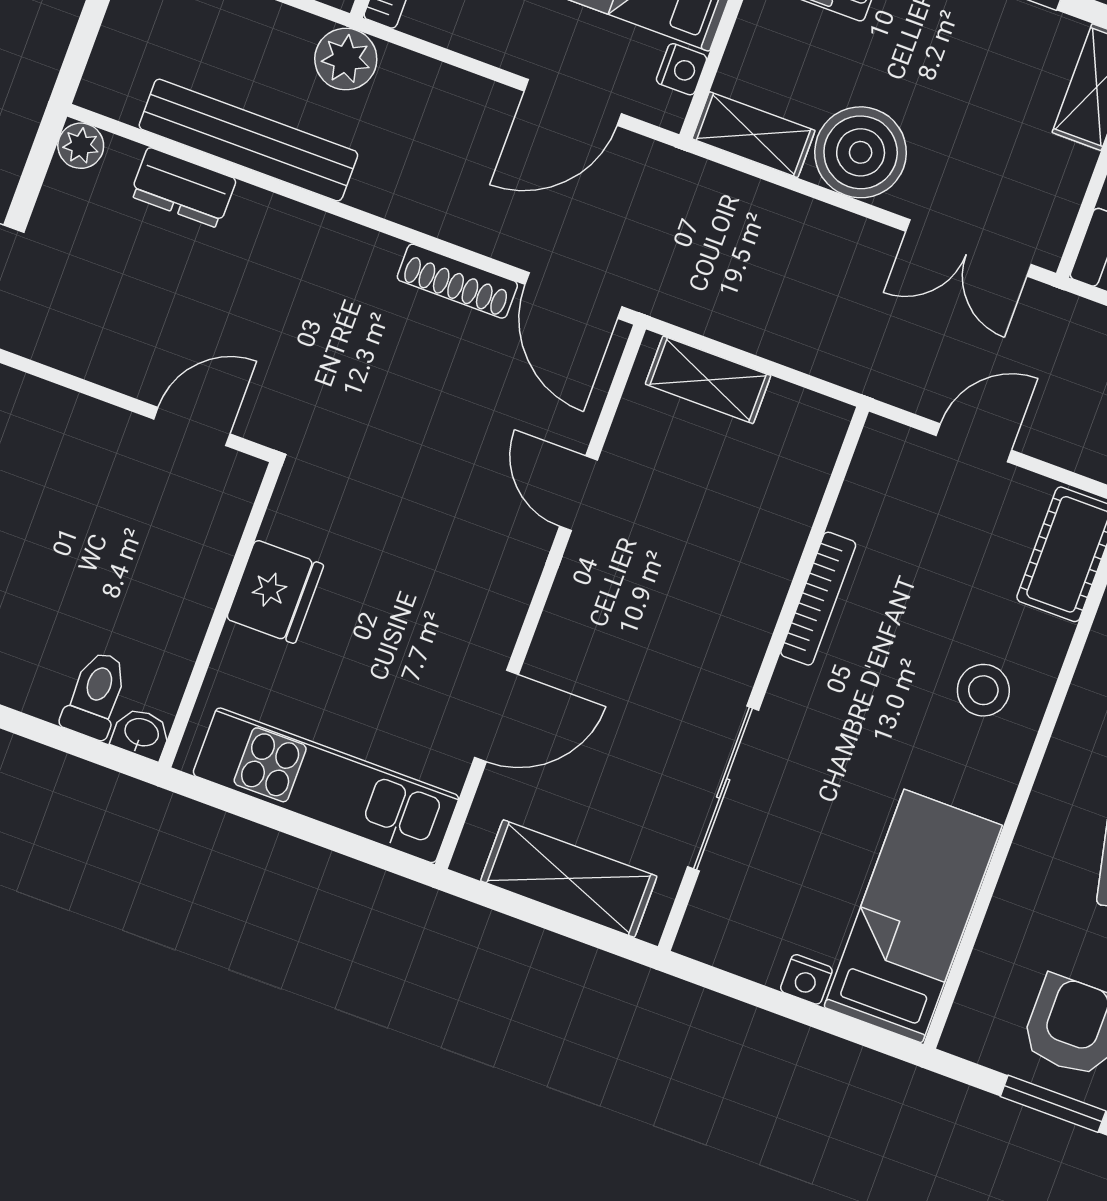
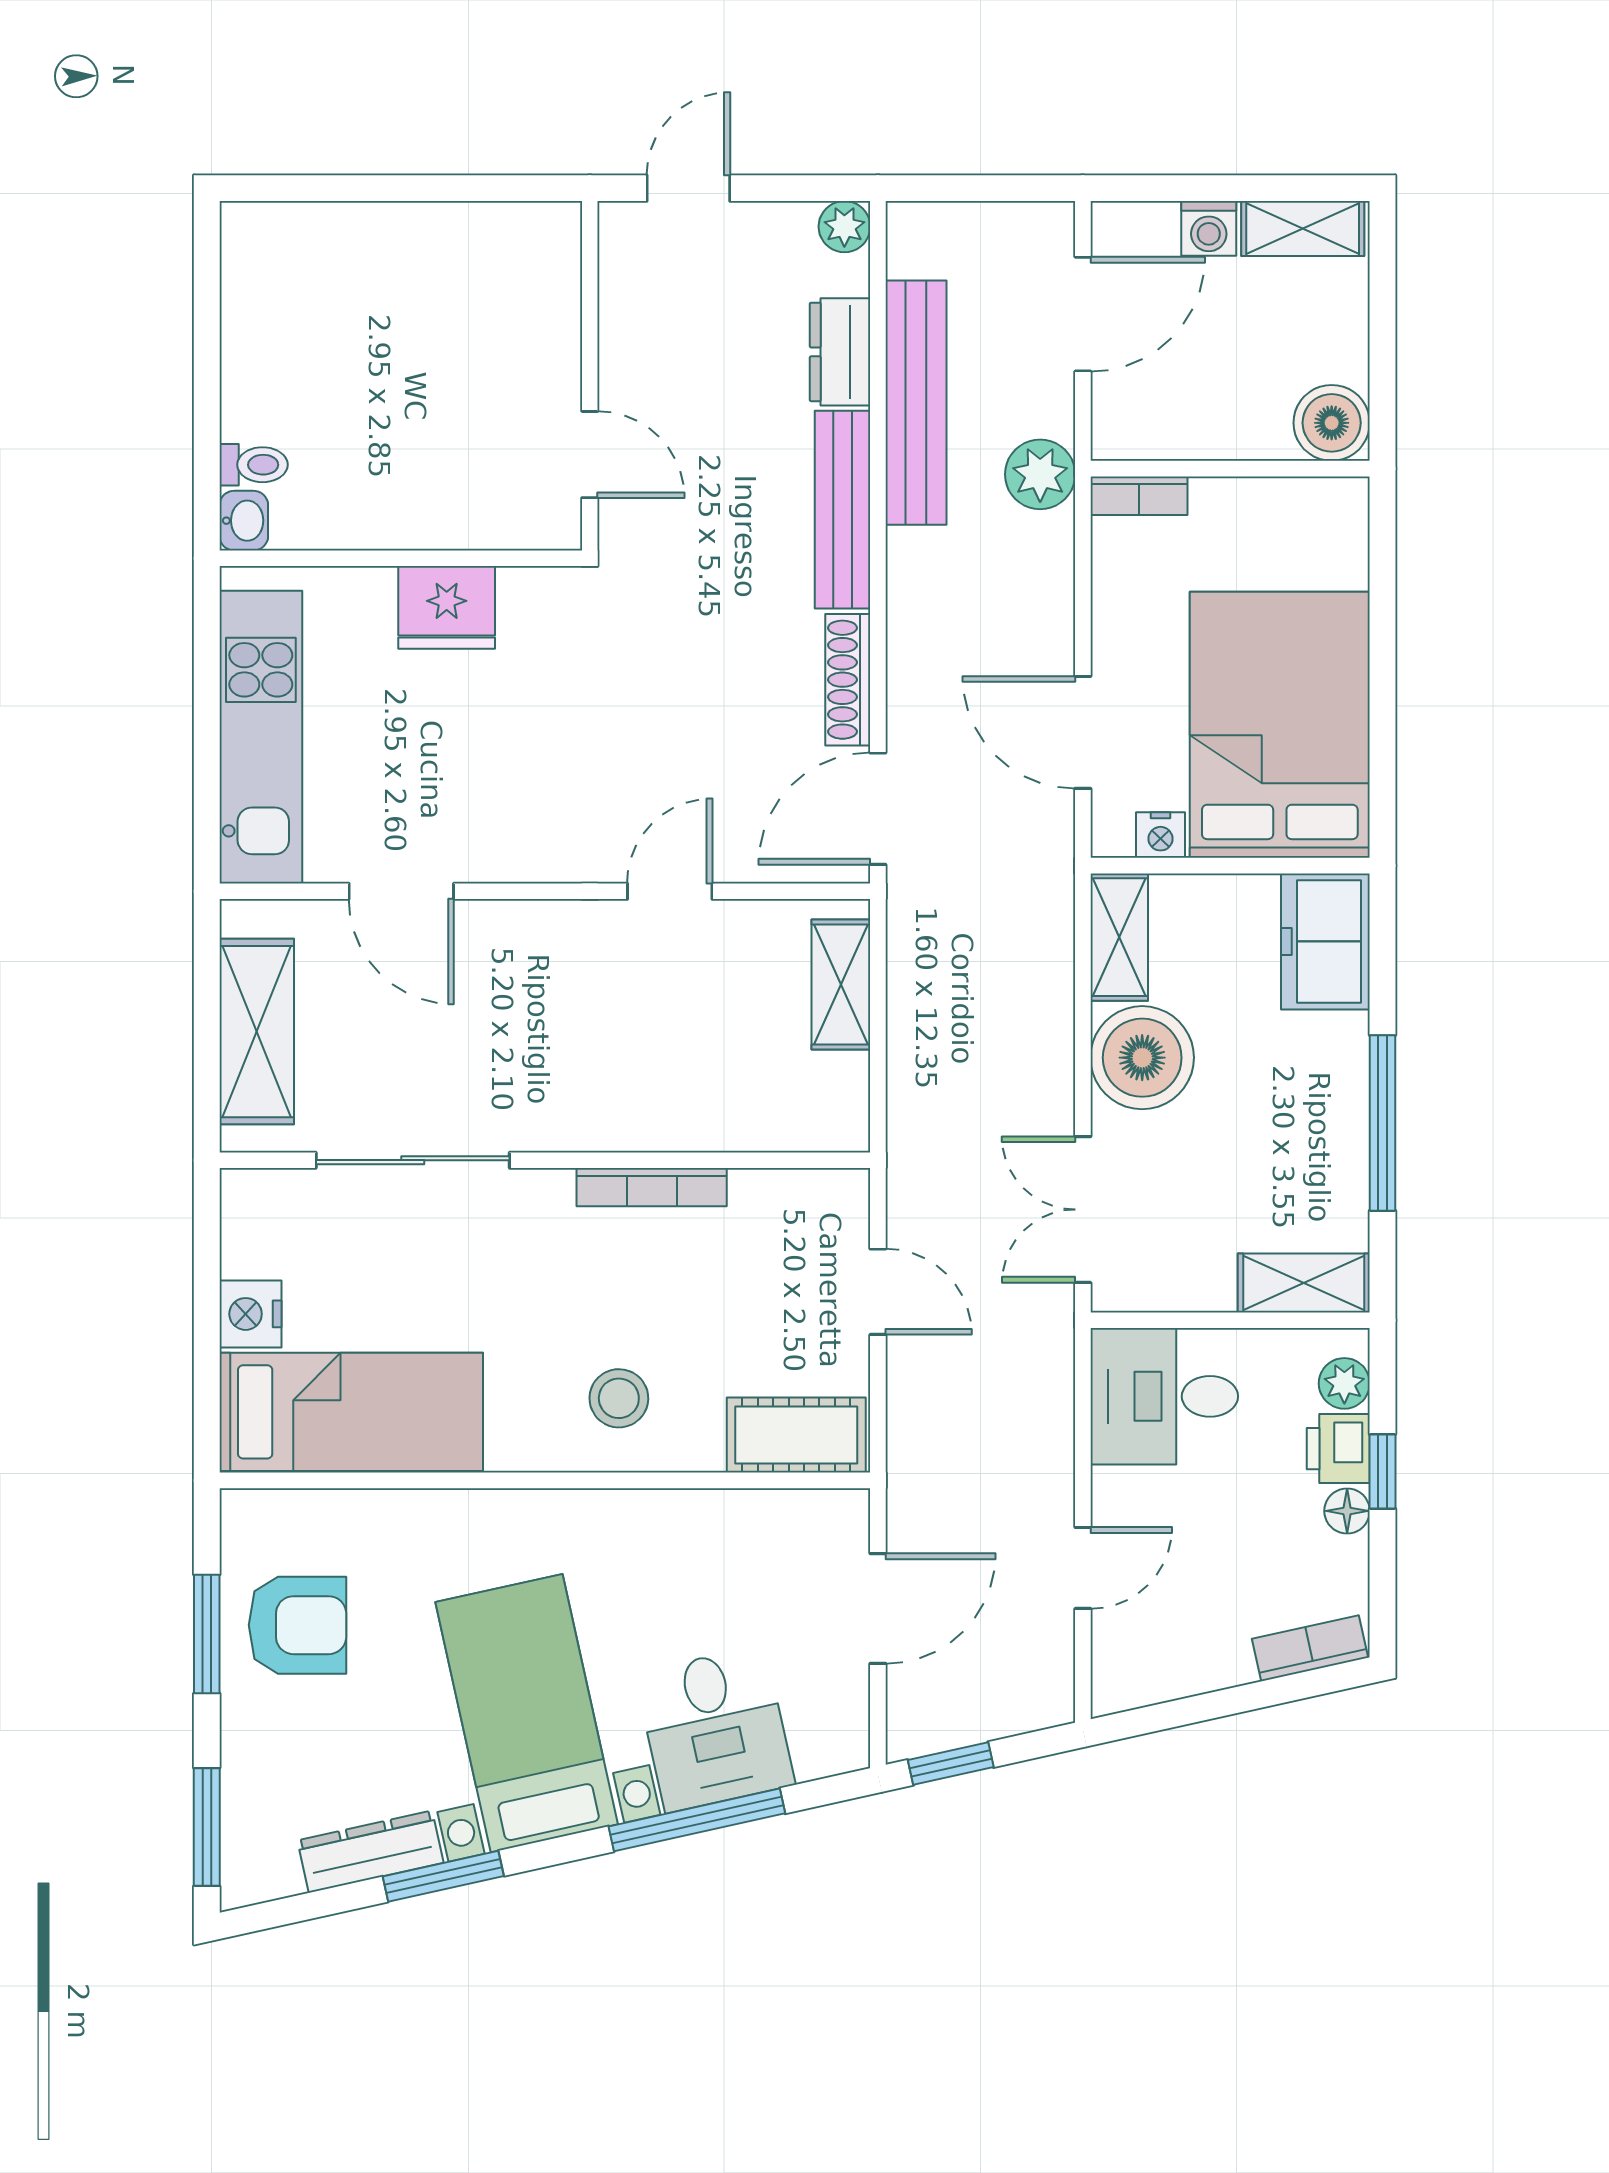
bench: (315, 234) -> (842, 510), added
toilet: (95, 695) -> (254, 465), width x0.73, depth x0.72
nightstand: (806, 979) -> (251, 1314), width x1.39, depth x1.35

